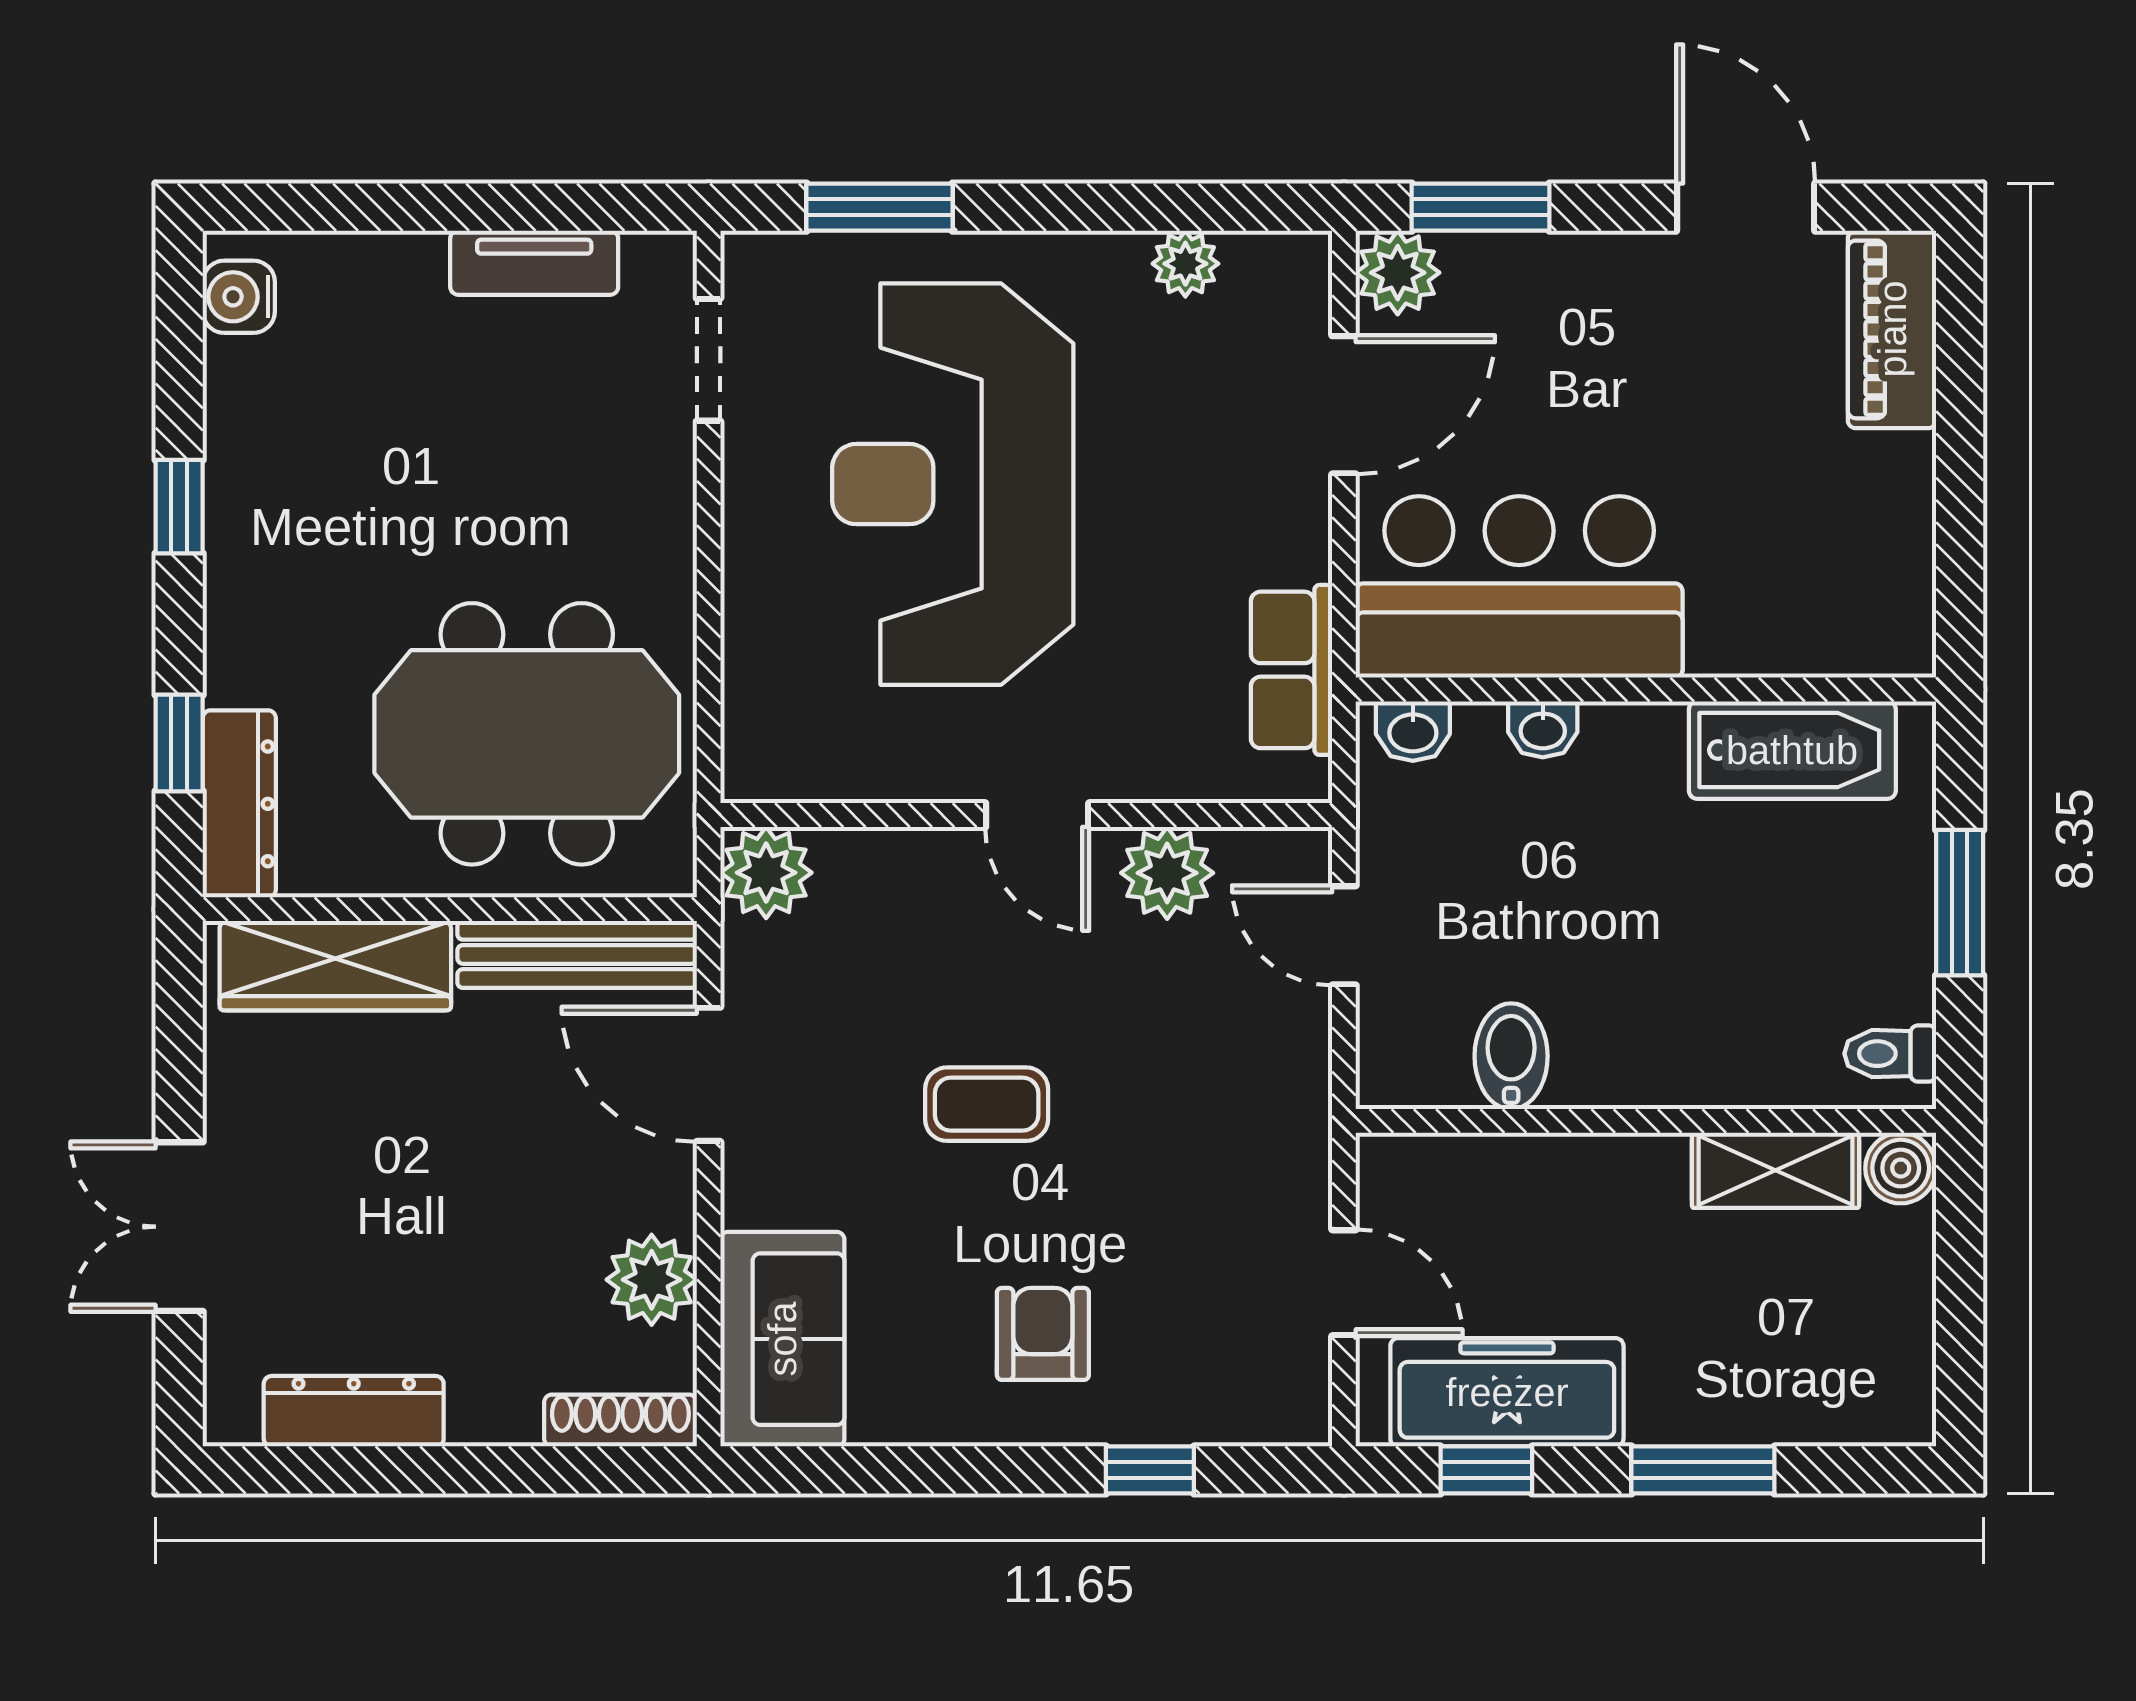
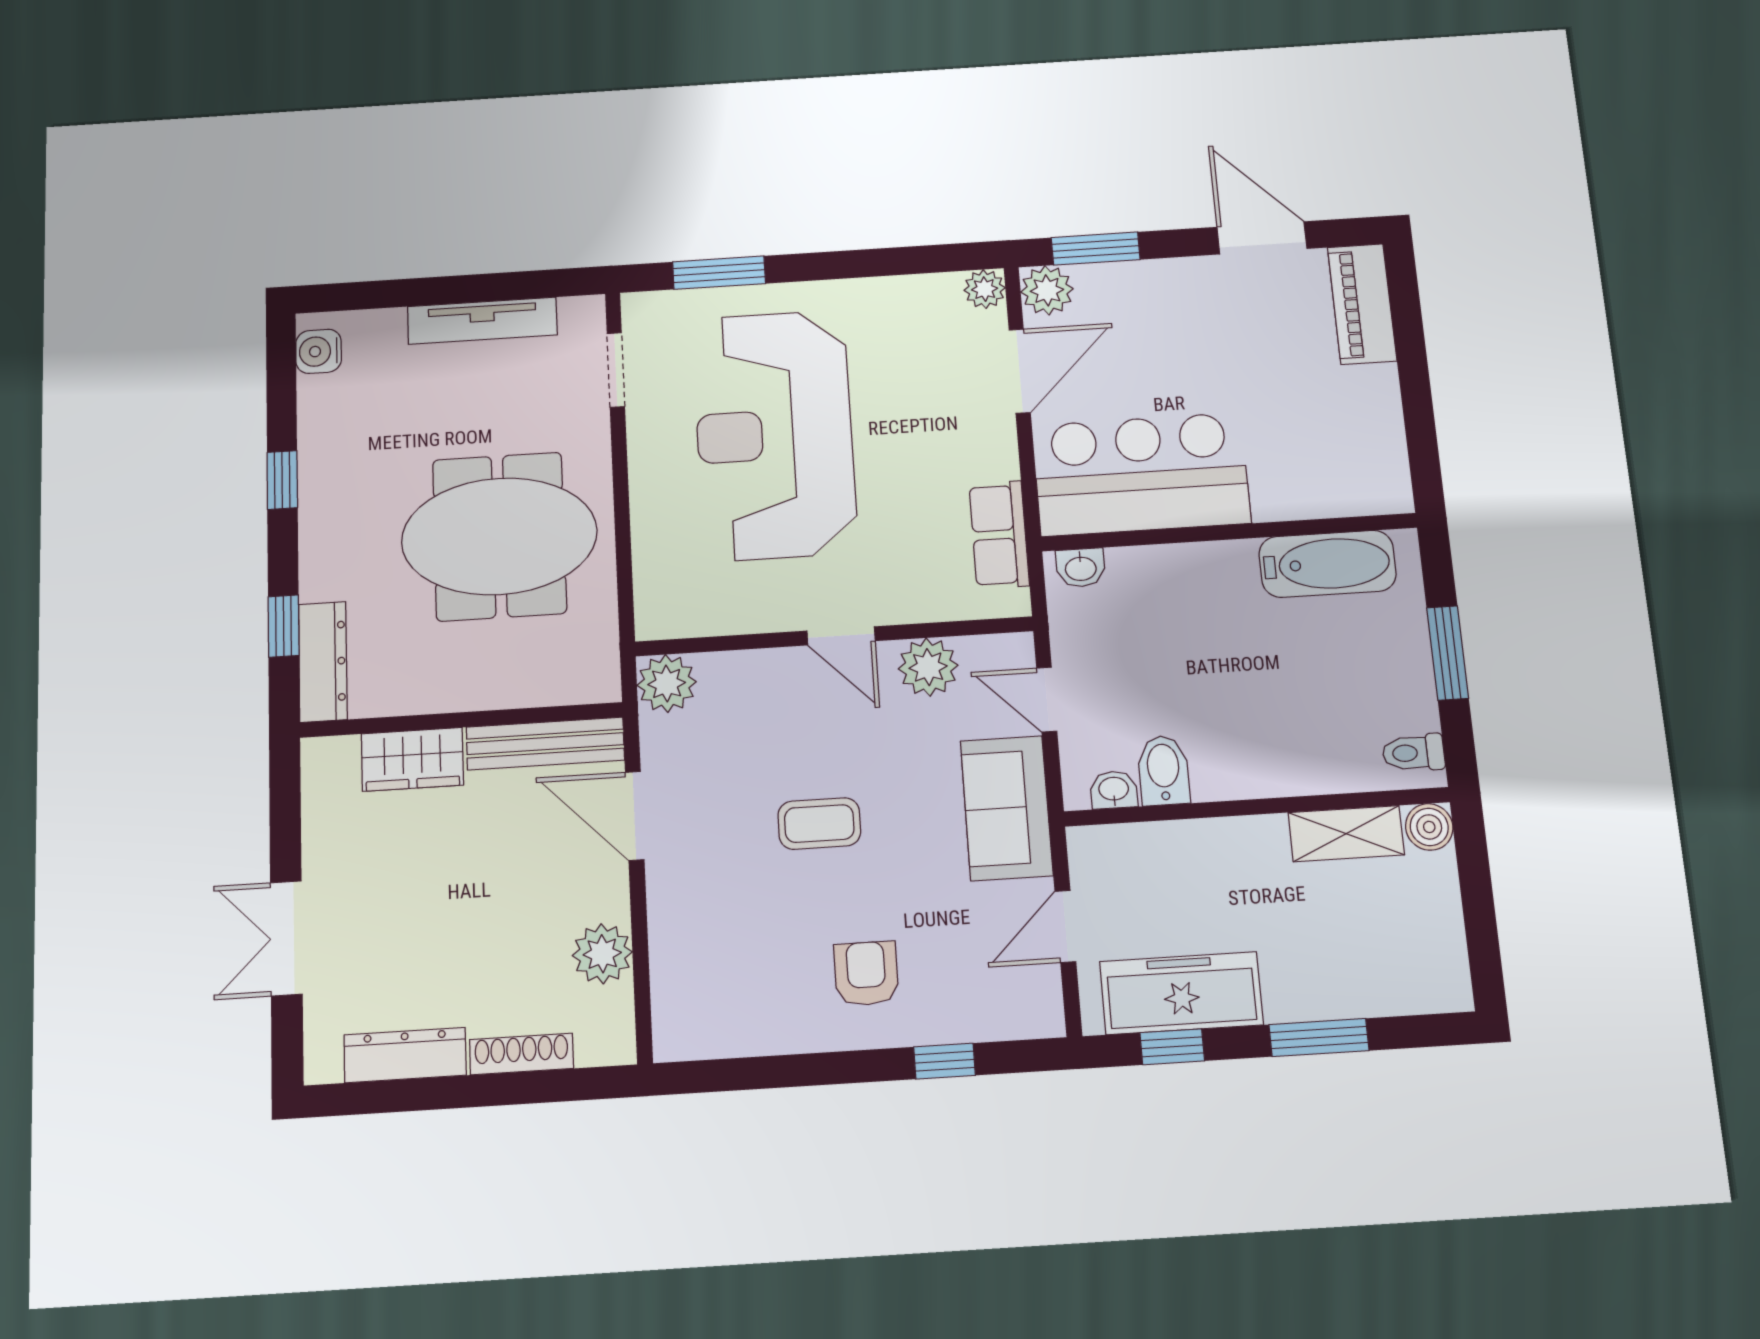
tv unit: (534, 263) -> (482, 321), width x1.41
plant: (1185, 264) -> (985, 289), moved
washbasin: (1543, 729) -> (1114, 790), moved, turned 180
meeting table: (527, 734) -> (499, 536), moved
wardrobe: (335, 966) -> (412, 759), width x0.67
door: (1344, 1283) -> (1065, 926), swing flipped
sofa: (782, 1339) -> (1007, 808), moved, turned 180
shoe rack: (620, 1420) -> (521, 1054), moved

